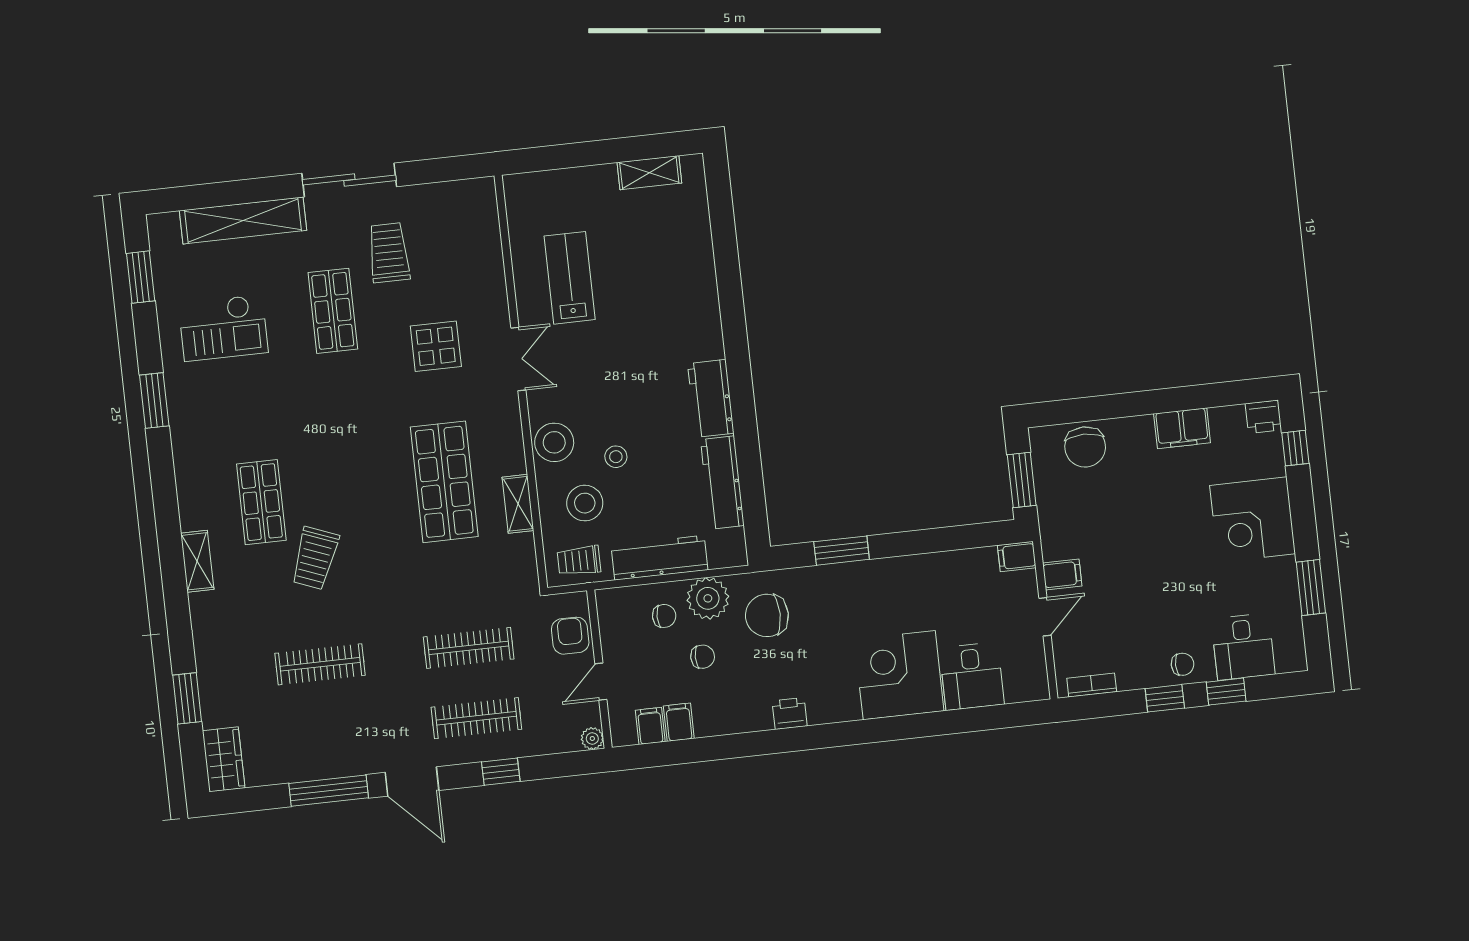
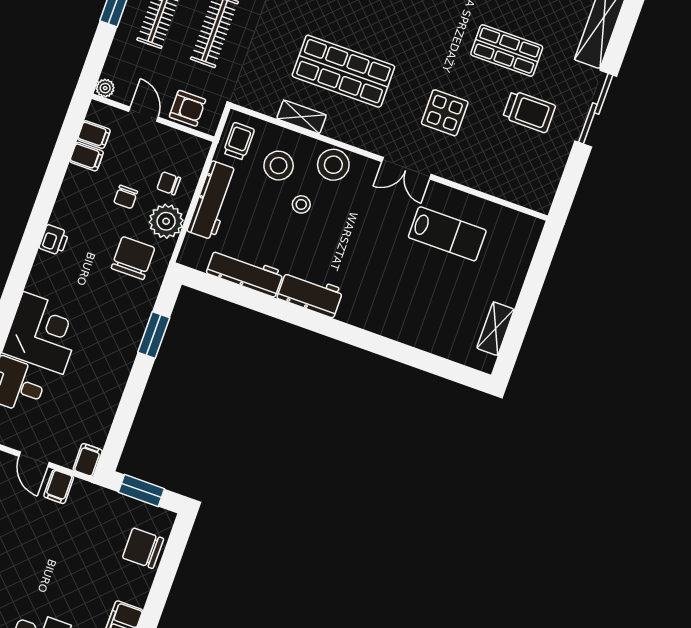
chair: (664, 616) -> (169, 183), turned 90

